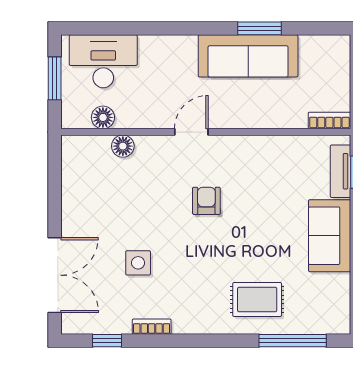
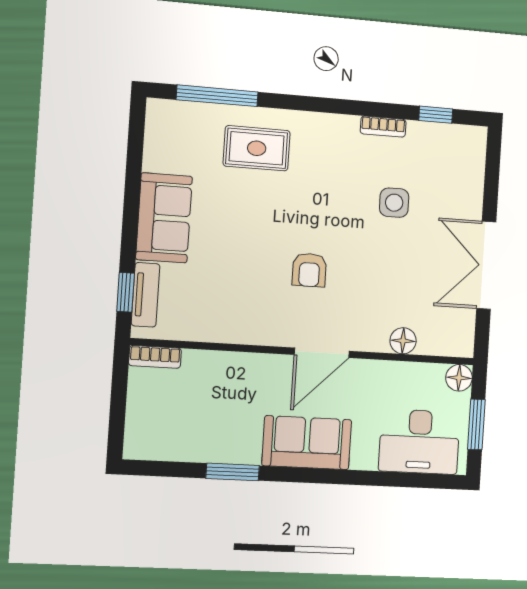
sofa: (248, 56) -> (307, 443), moved, width x0.73
floor lamp: (103, 117) -> (459, 378), moved
door: (191, 132) -> (322, 353), width x1.38
double door: (55, 275) -> (486, 265), moved

